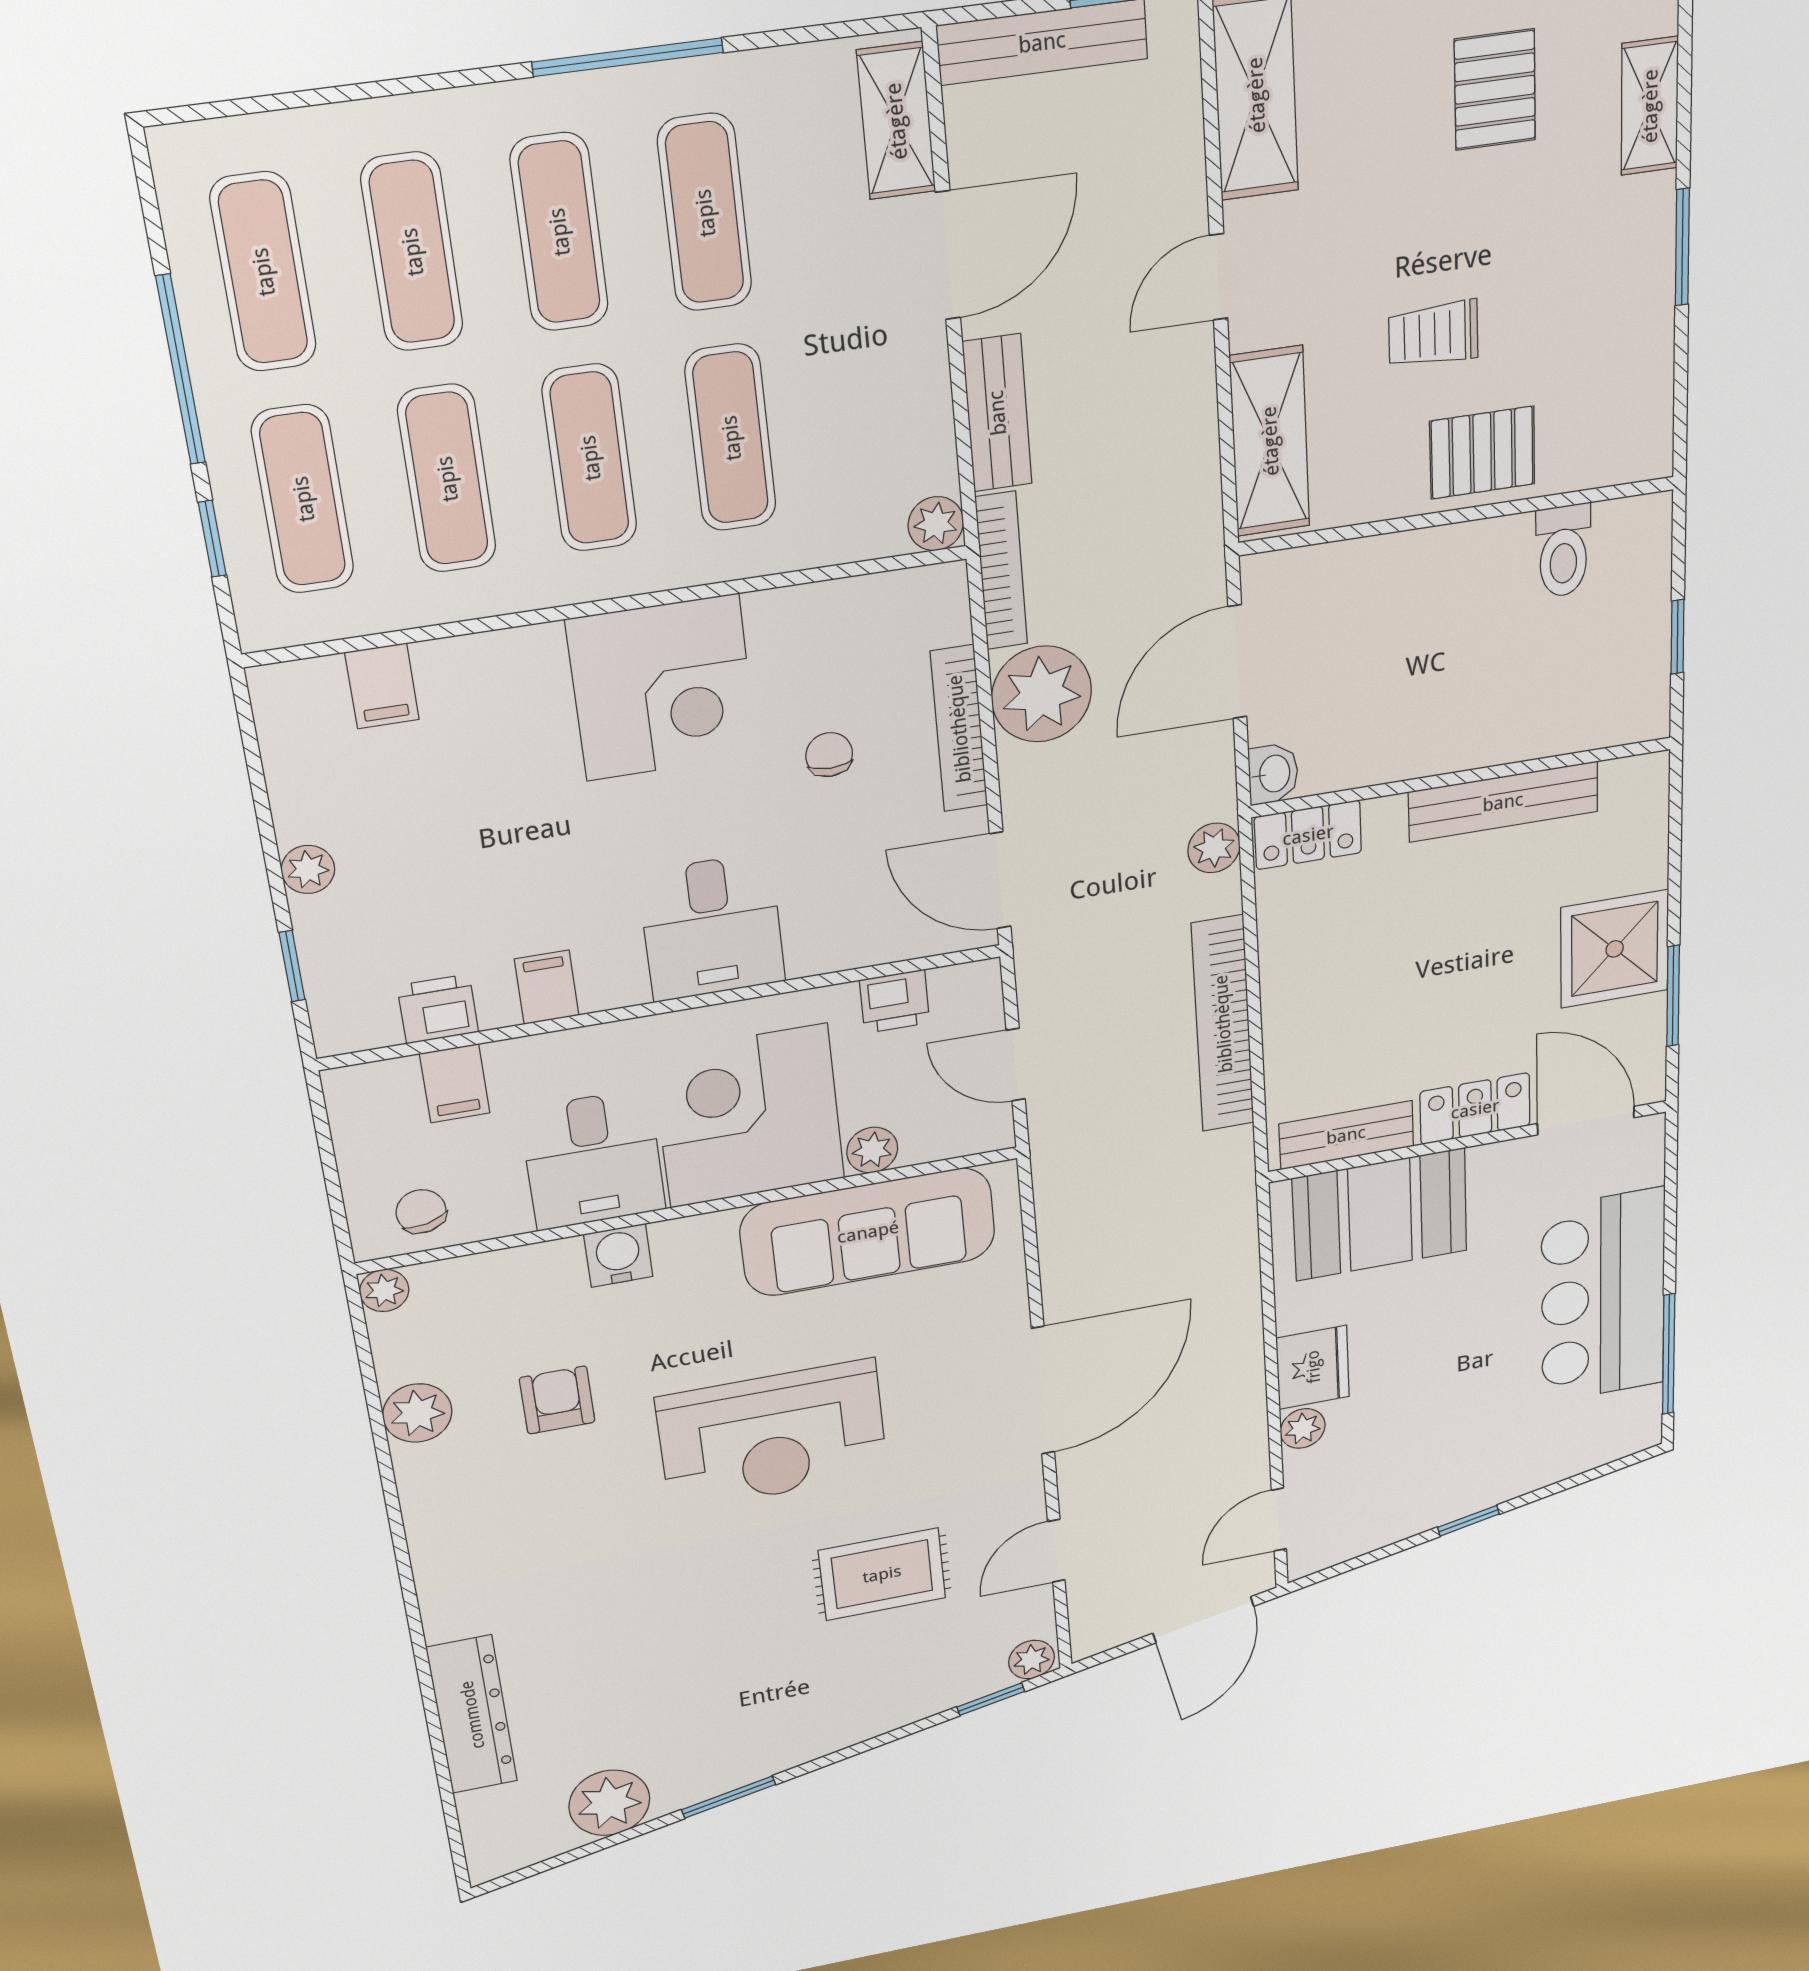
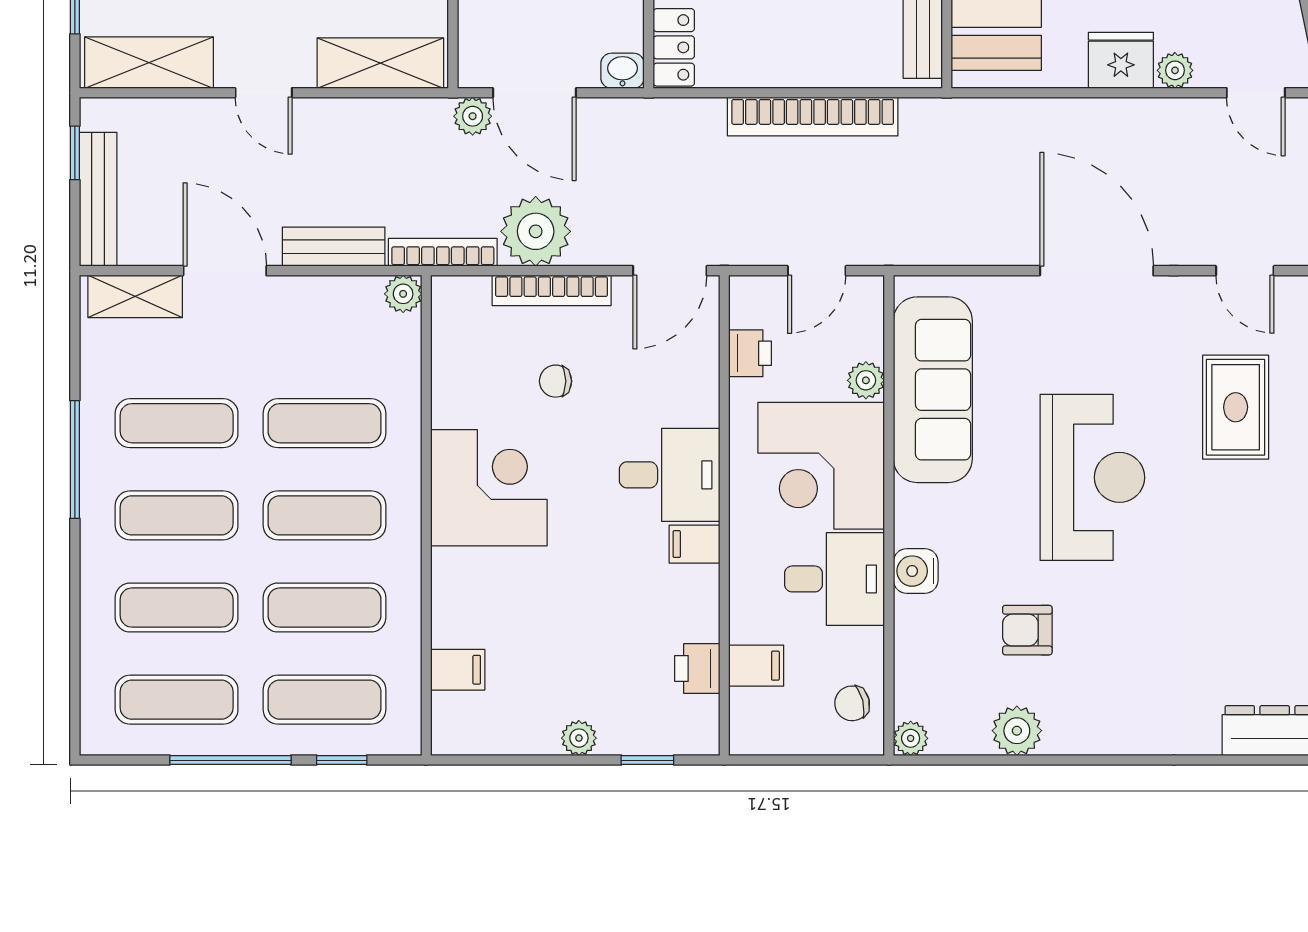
plant: (1214, 848) -> (473, 116), moved
filing cabinet: (547, 987) -> (694, 544), moved

